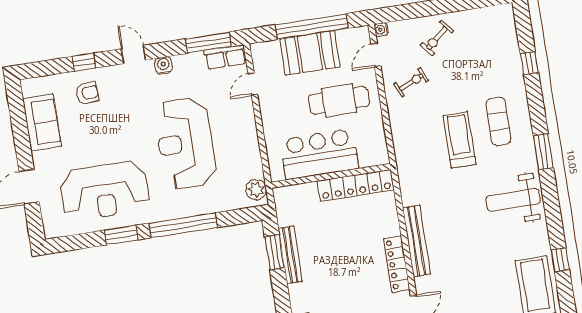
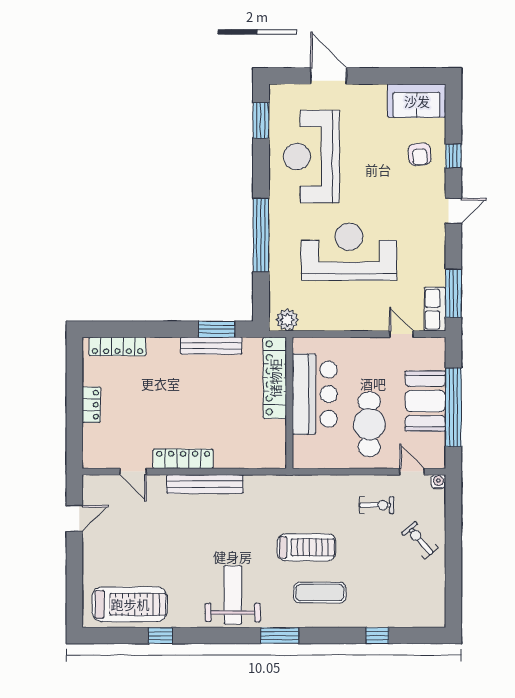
water cooler: (163, 65) -> (437, 241), removed
exercise bike: (411, 82) -> (377, 505), turned -67
sofa: (42, 122) -> (417, 101), moved
locker: (356, 185) -> (275, 378), moved
window: (121, 235) -> (261, 120), moved

